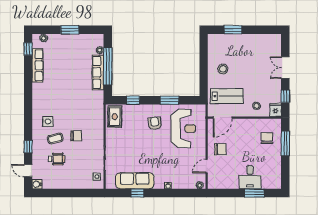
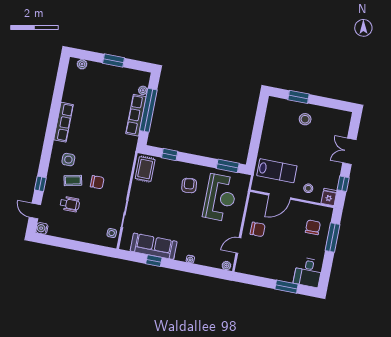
window: (28, 49) -> (62, 73), removed
row of seats: (38, 65) -> (64, 122), moved
stool: (223, 69) -> (305, 119), moved
window: (170, 100) -> (228, 166), moved
door: (223, 118) -> (280, 196), moved
desk: (250, 177) -> (308, 272), moved

